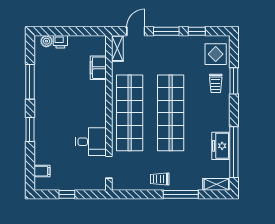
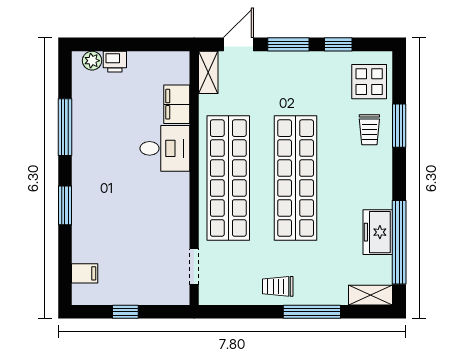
desk: (91, 142) -> (165, 148), moved

